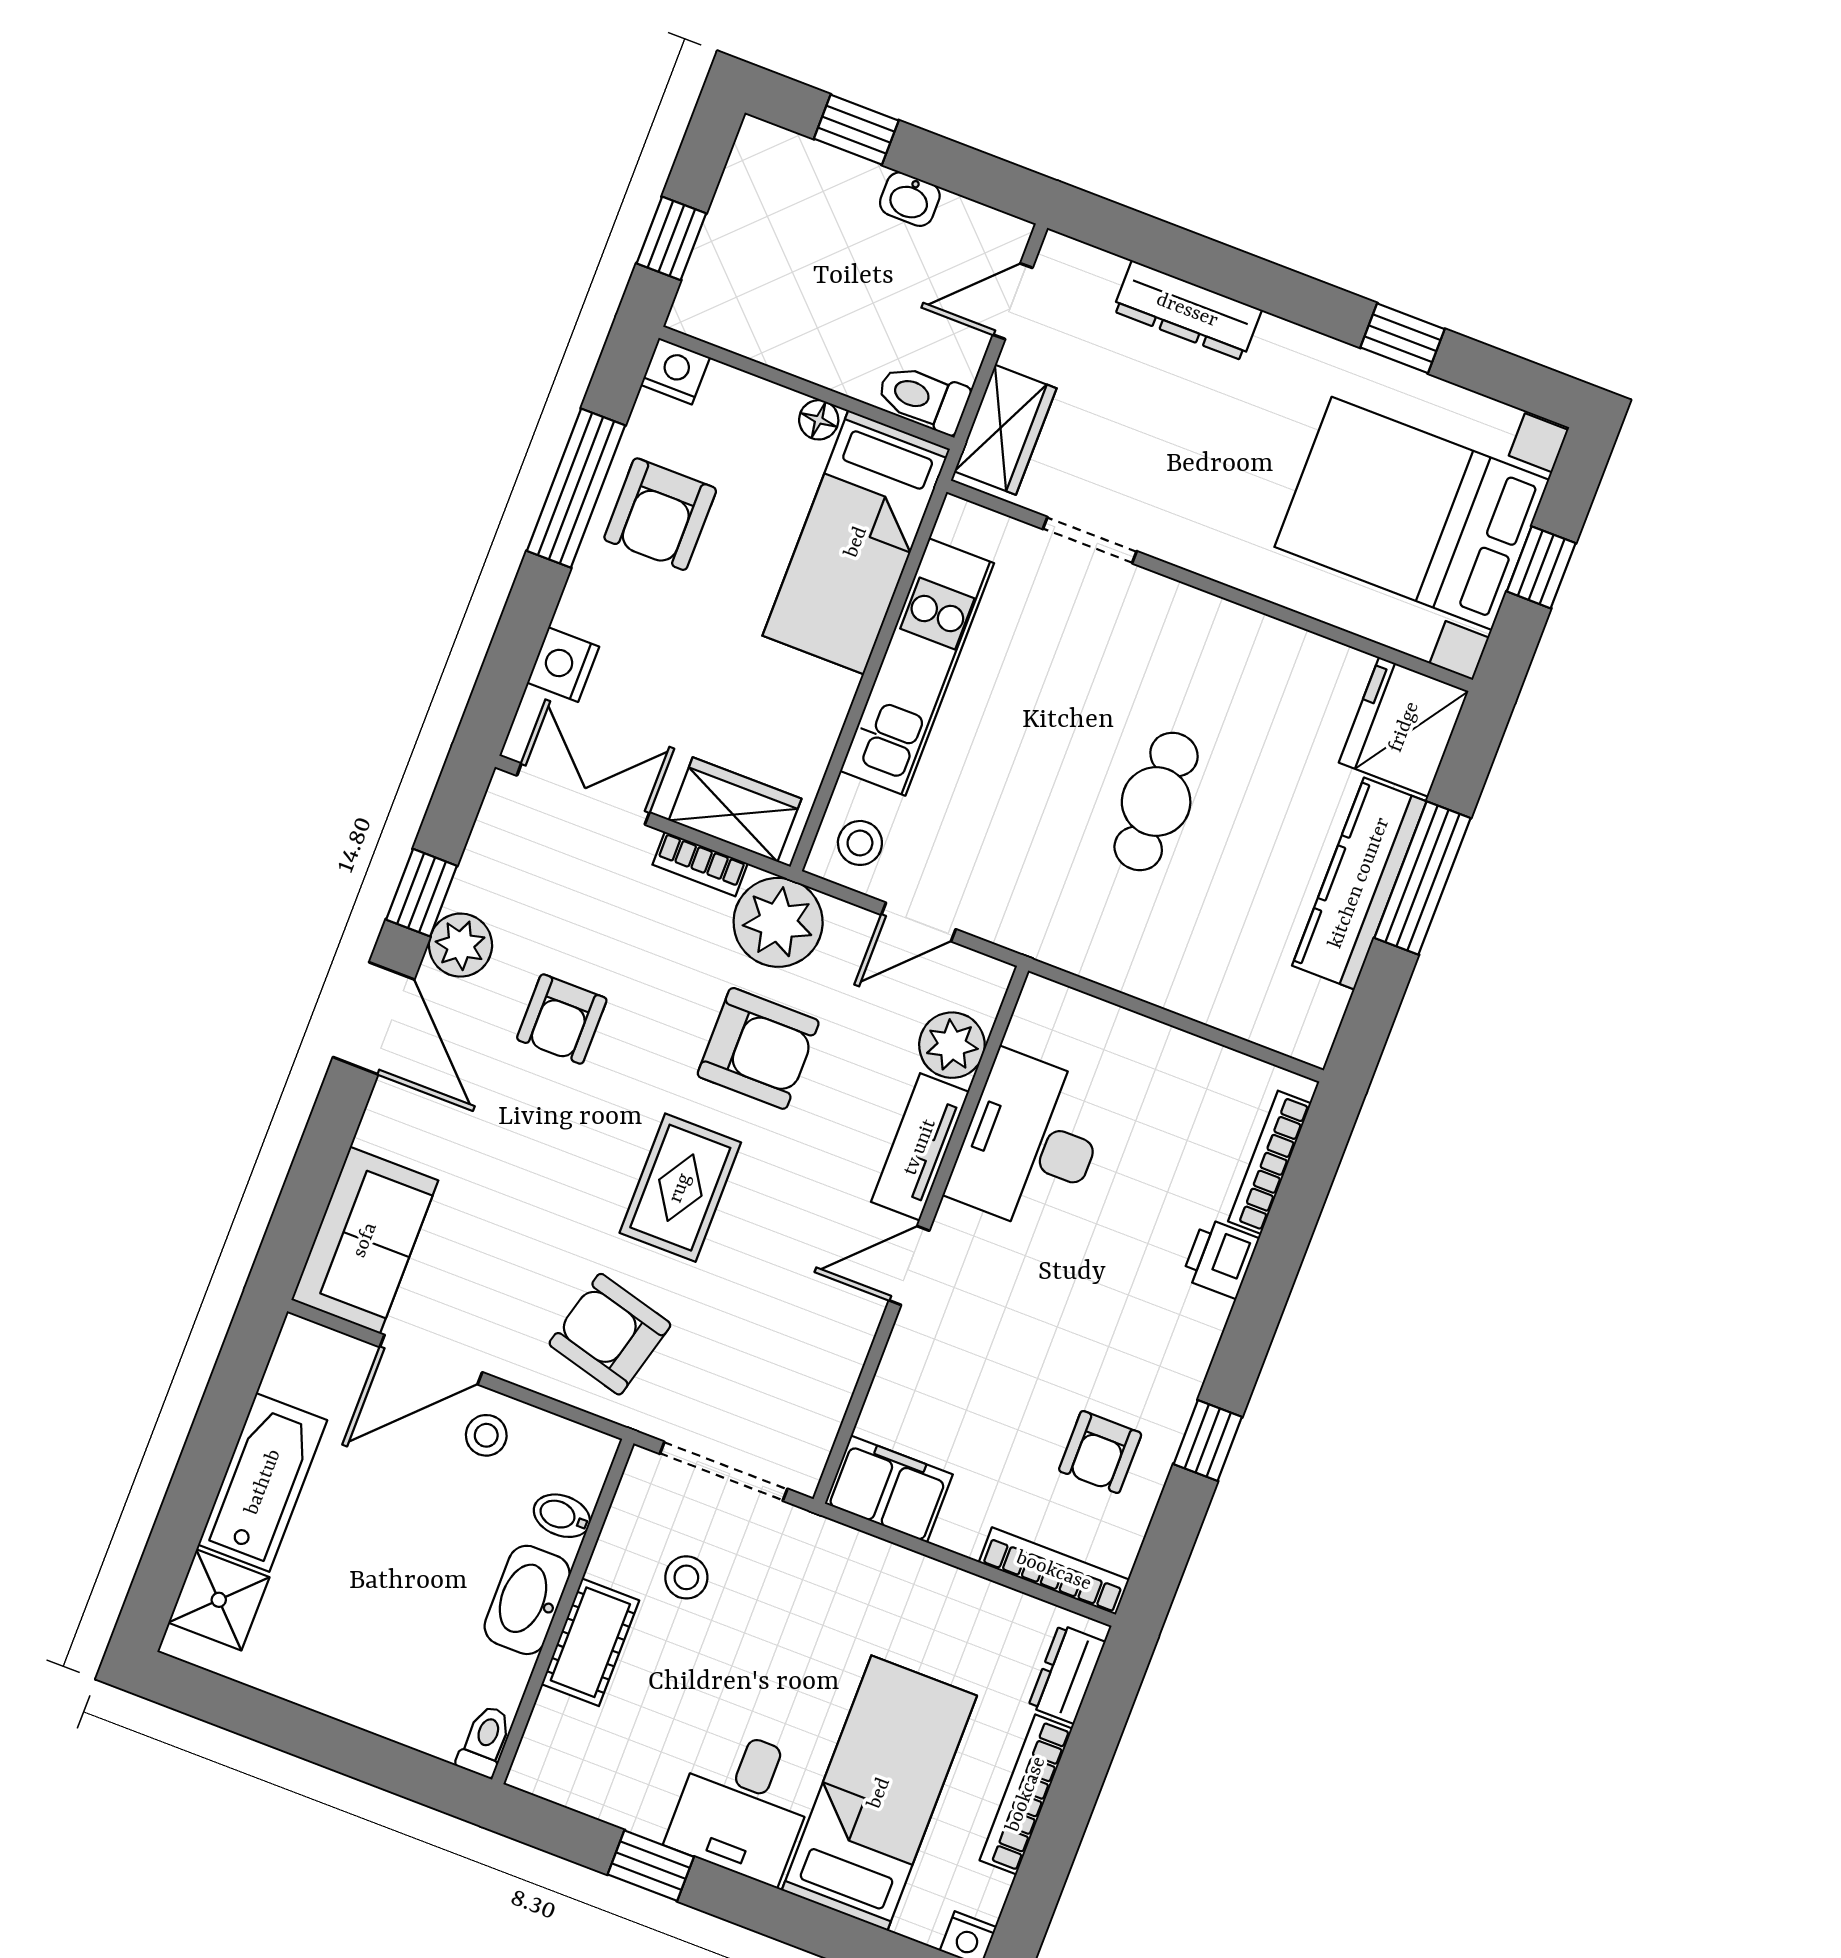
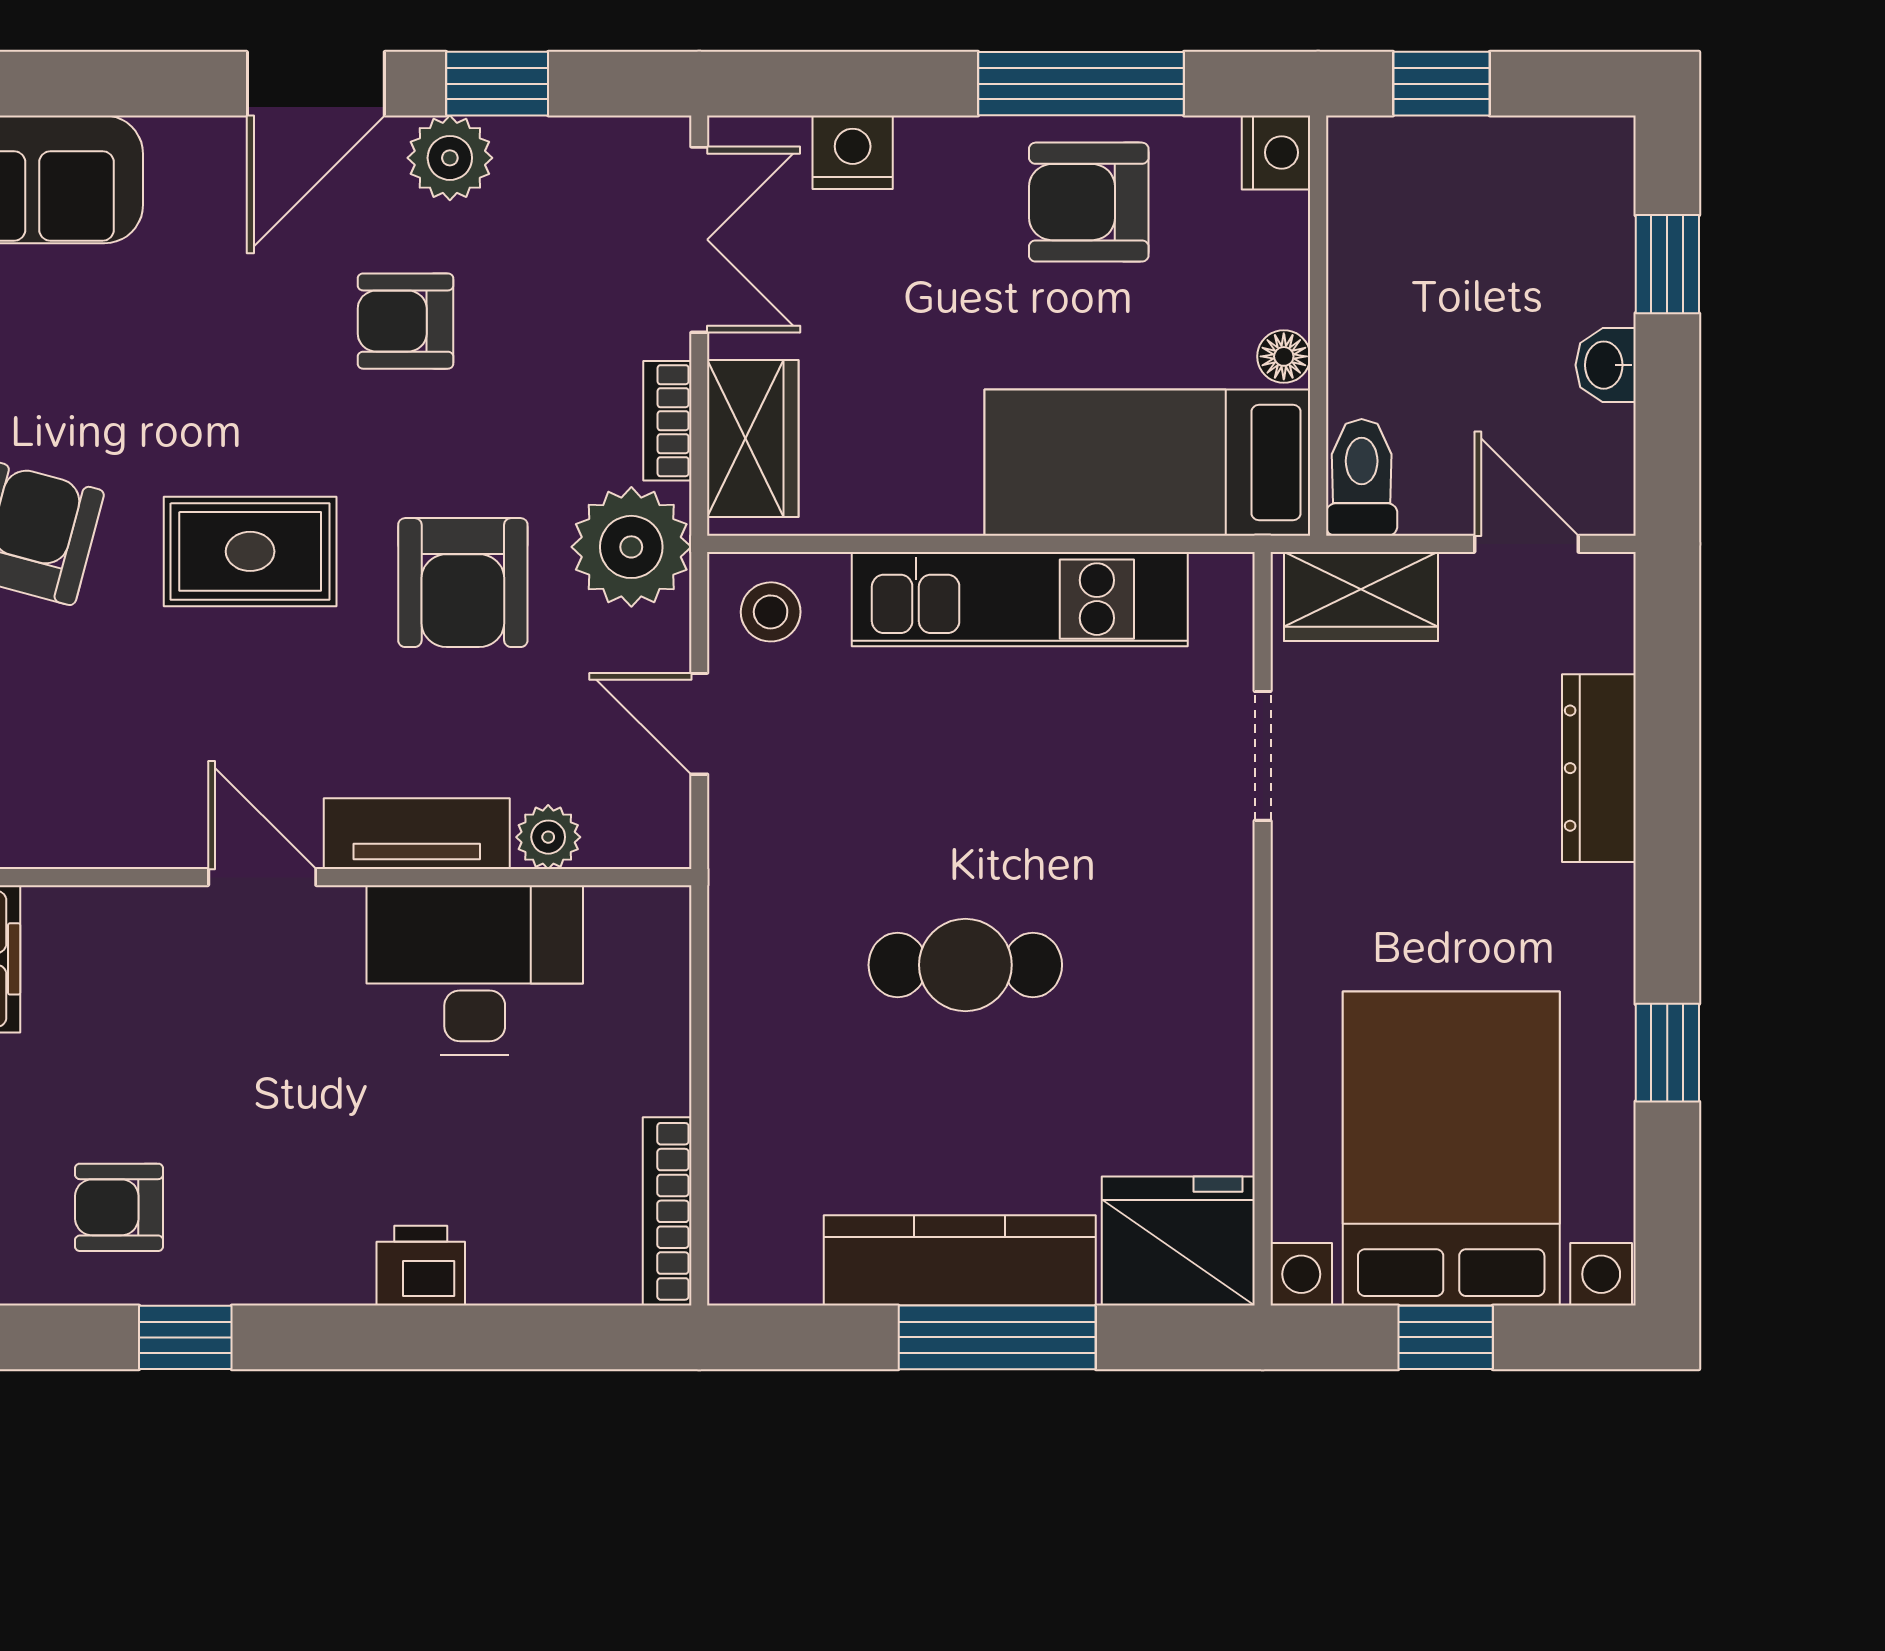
plant: (952, 1045) -> (548, 837), width x0.73, depth x0.73
bookcase: (1270, 1162) -> (667, 1211), moved, turned -90

